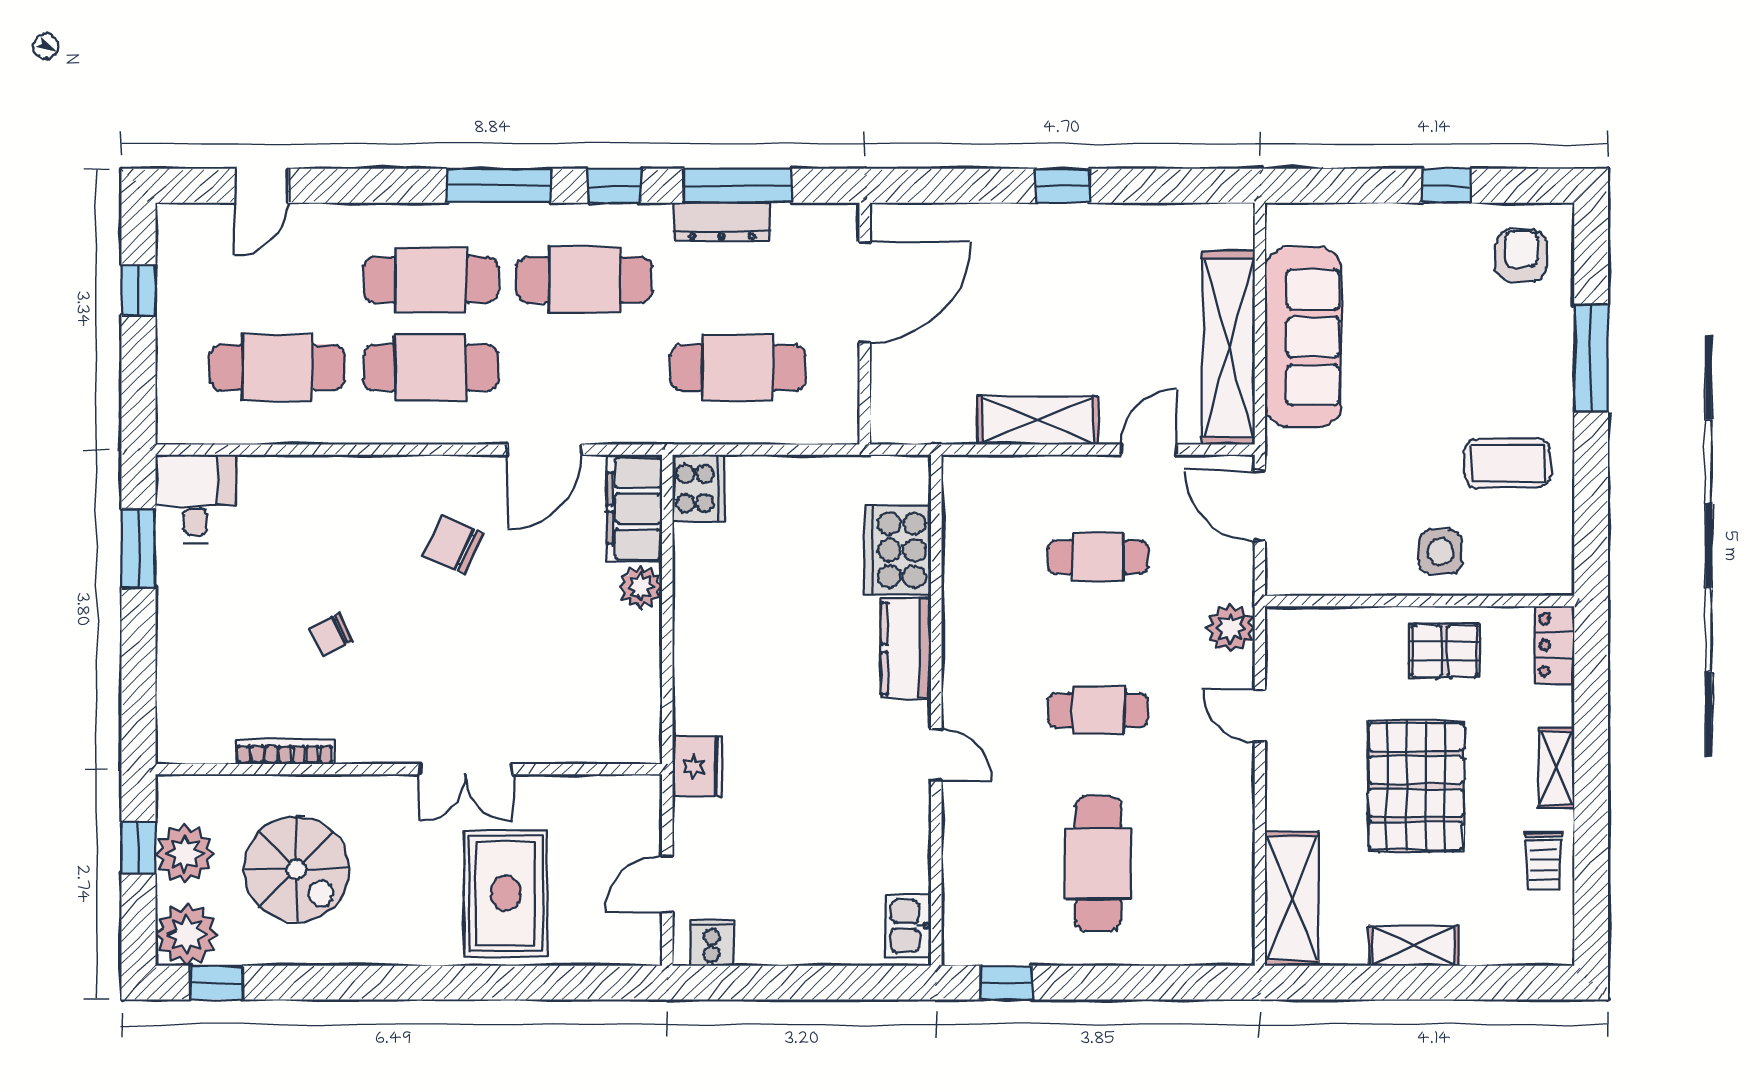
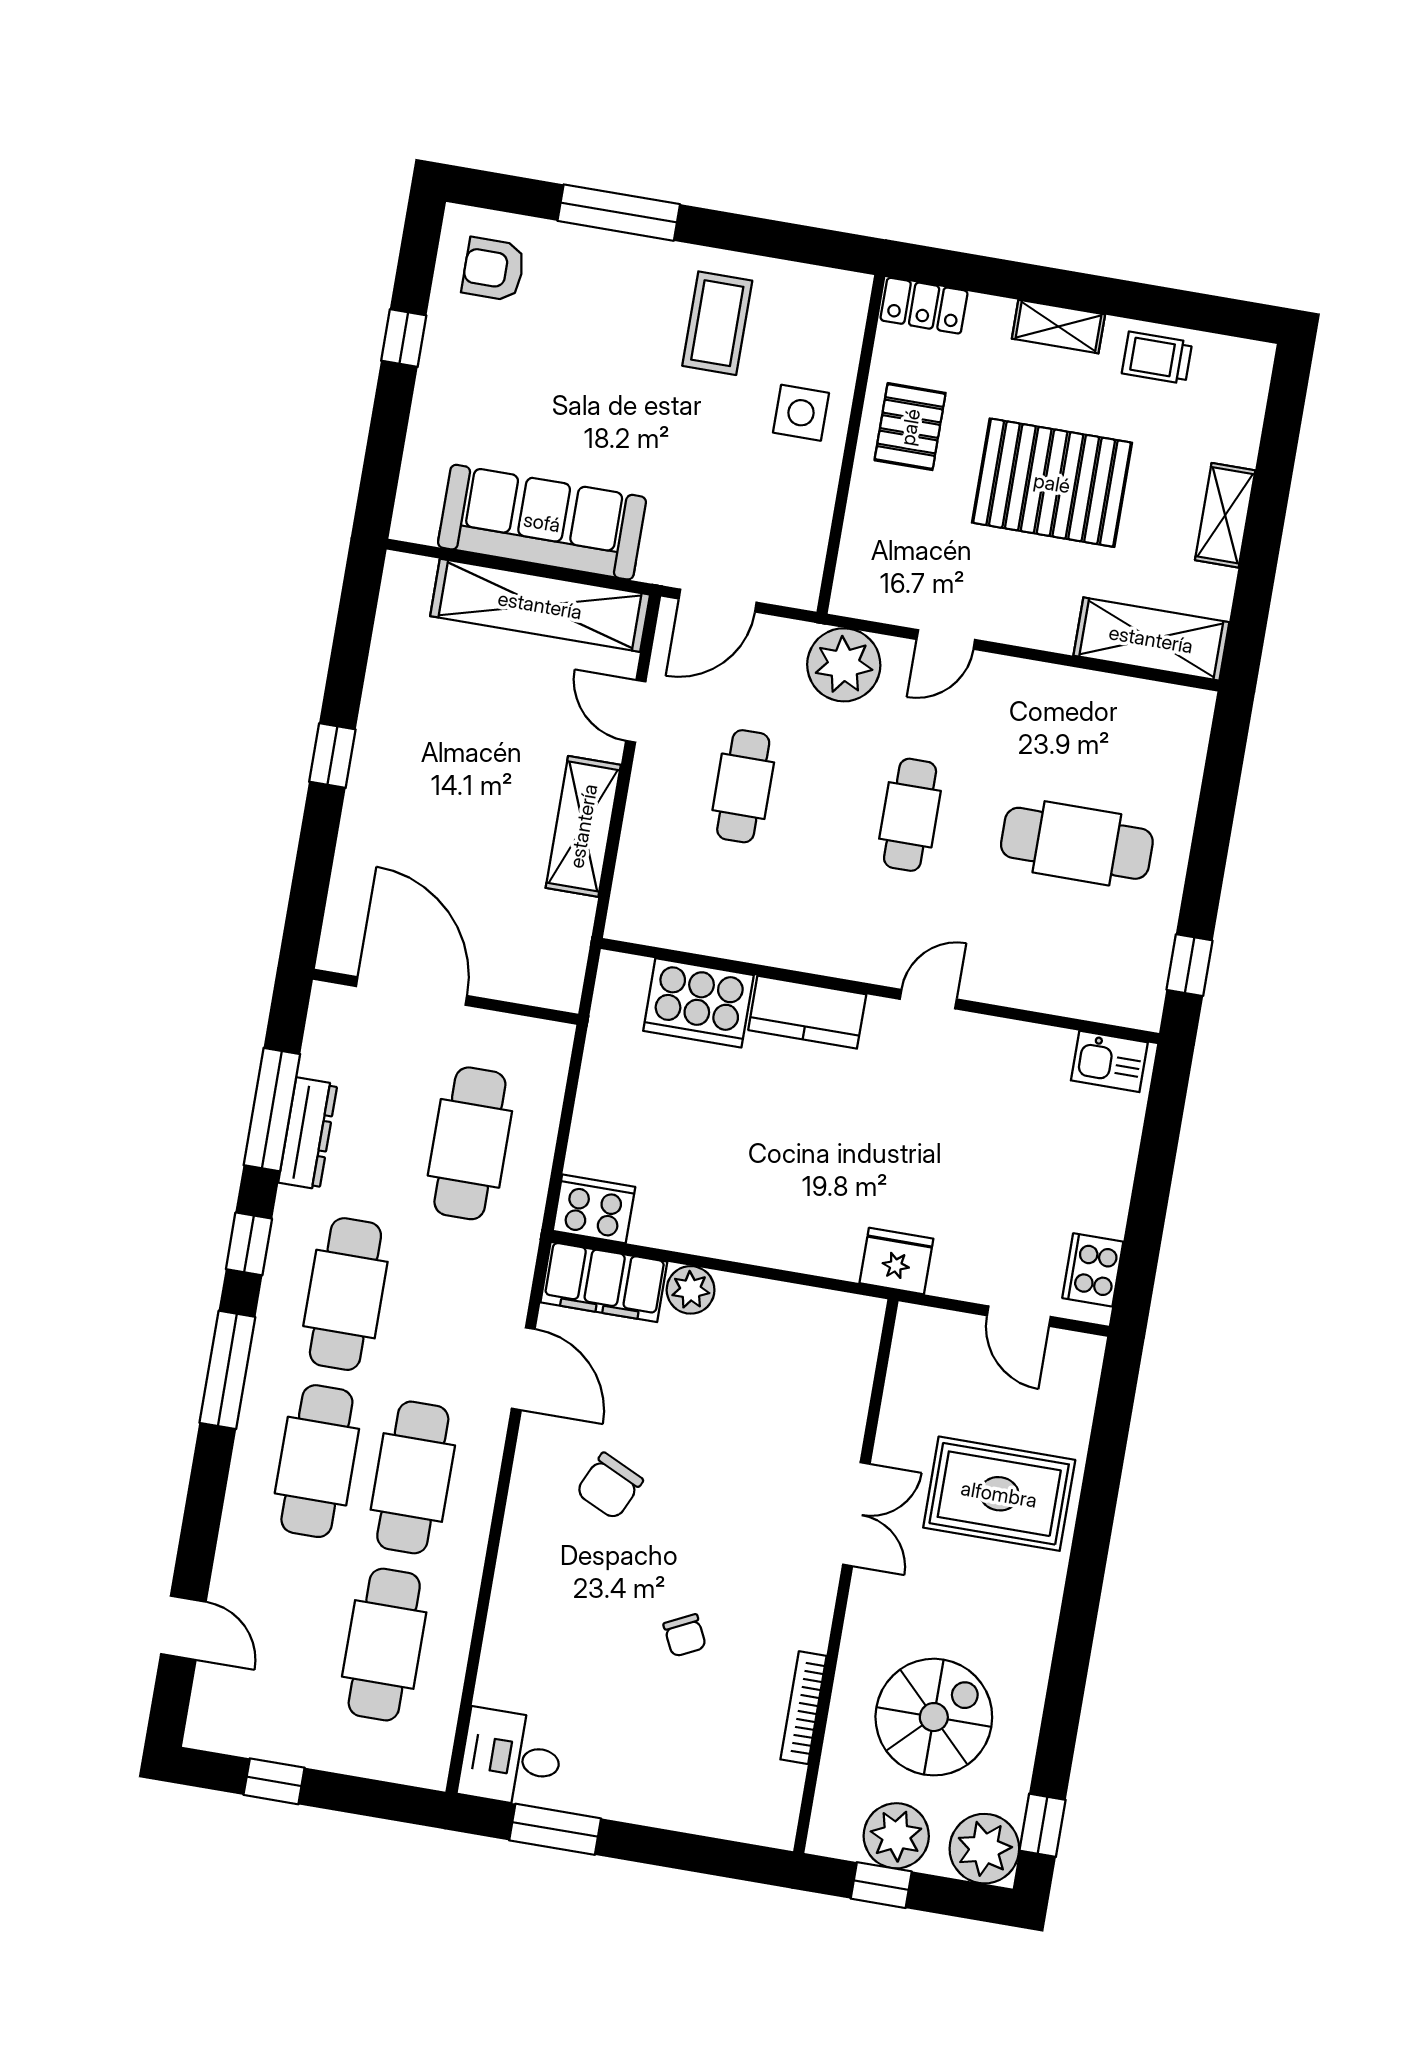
plant: (1231, 628) -> (844, 665), width x1.36, depth x1.36
trolley: (1544, 861) -> (1157, 358), turned 180
cooker: (712, 943) -> (1093, 1270), width x1.36

